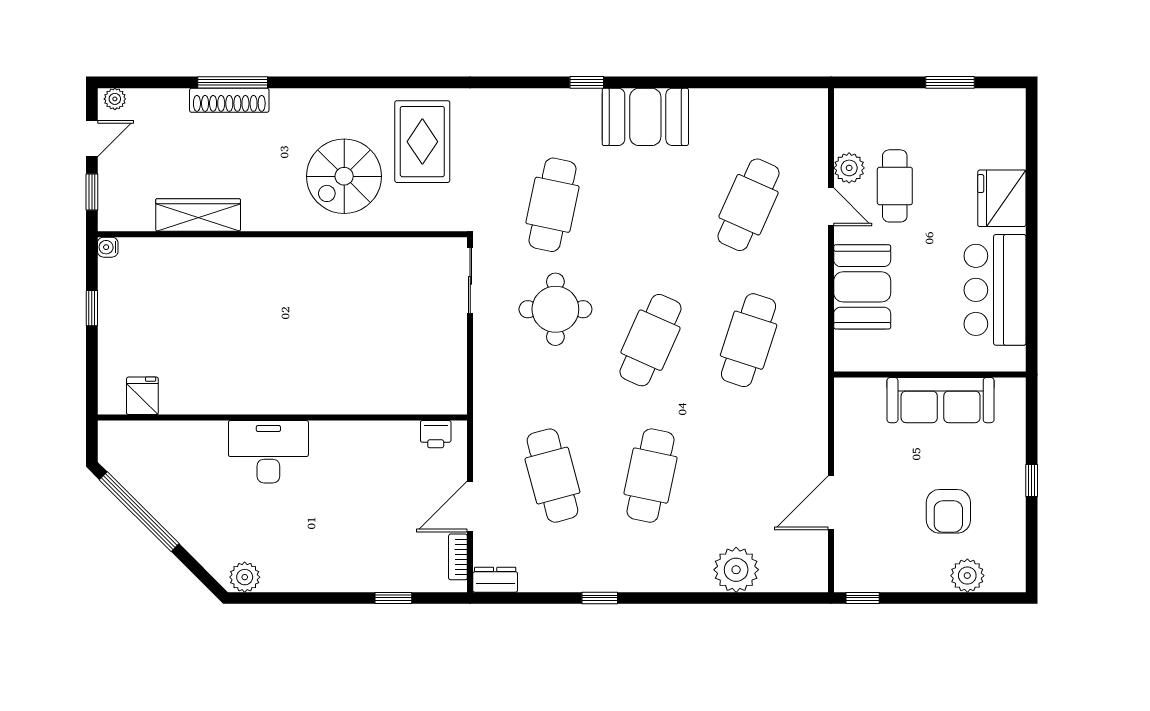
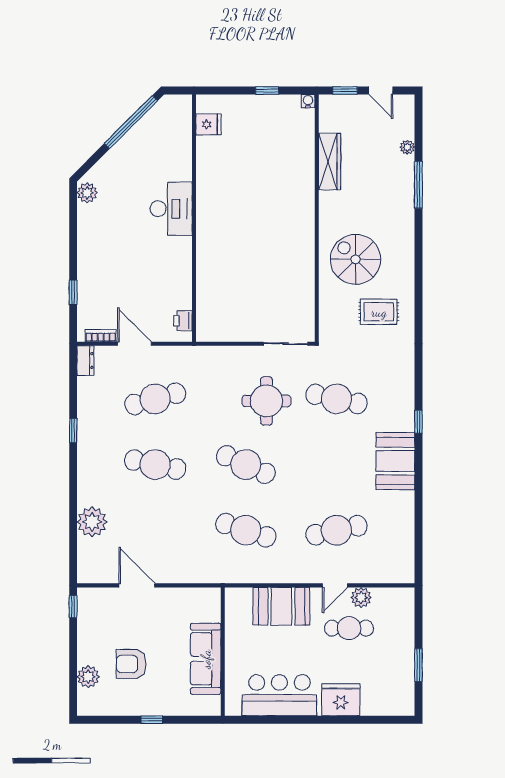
plant: (115, 99) -> (407, 147), moved
shoe rack: (229, 100) -> (406, 182), removed
rug: (422, 142) -> (379, 312), width x0.73, depth x0.70
cafe table: (749, 205) -> (336, 530), turned -36

